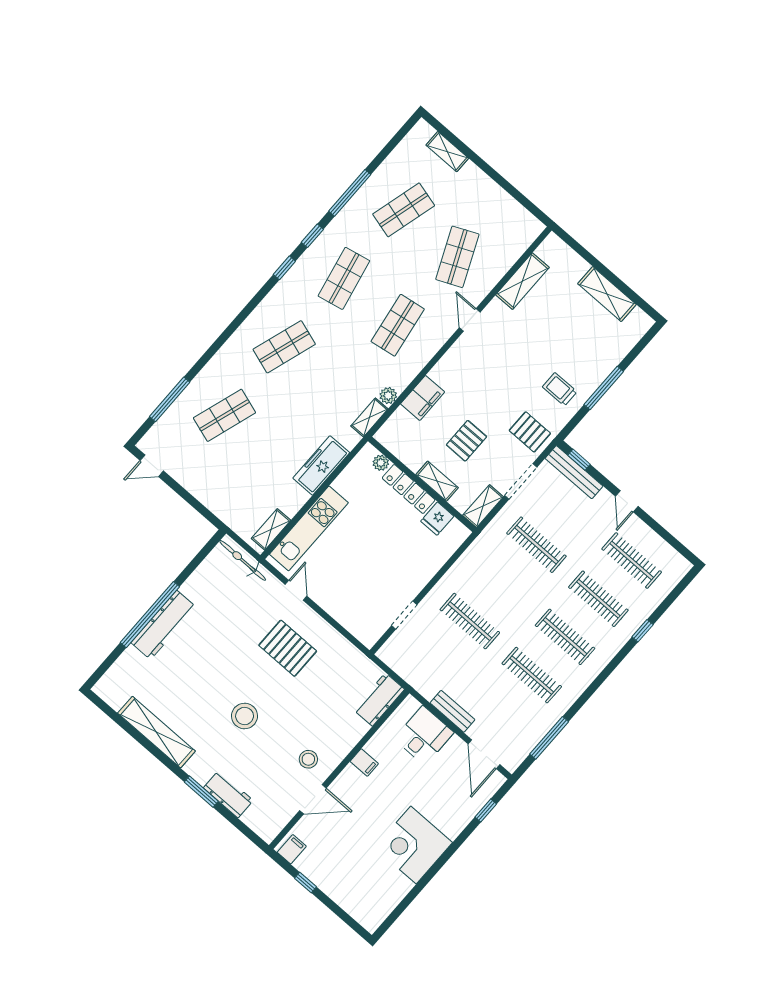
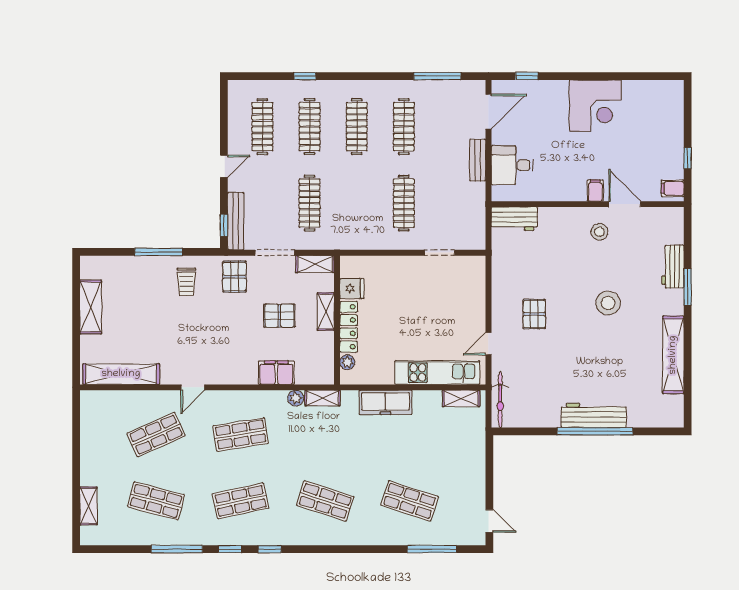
shelving: (522, 281) -> (121, 374), width x1.47
pallet: (288, 648) -> (534, 314), width x0.67, depth x0.71
filing cabinet: (364, 763) -> (595, 191), moved

